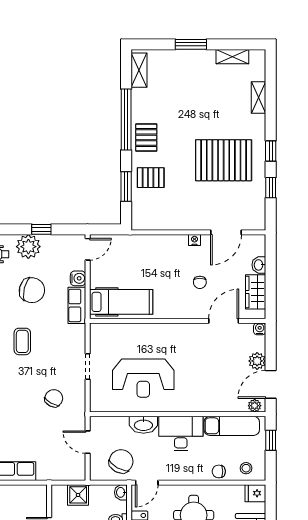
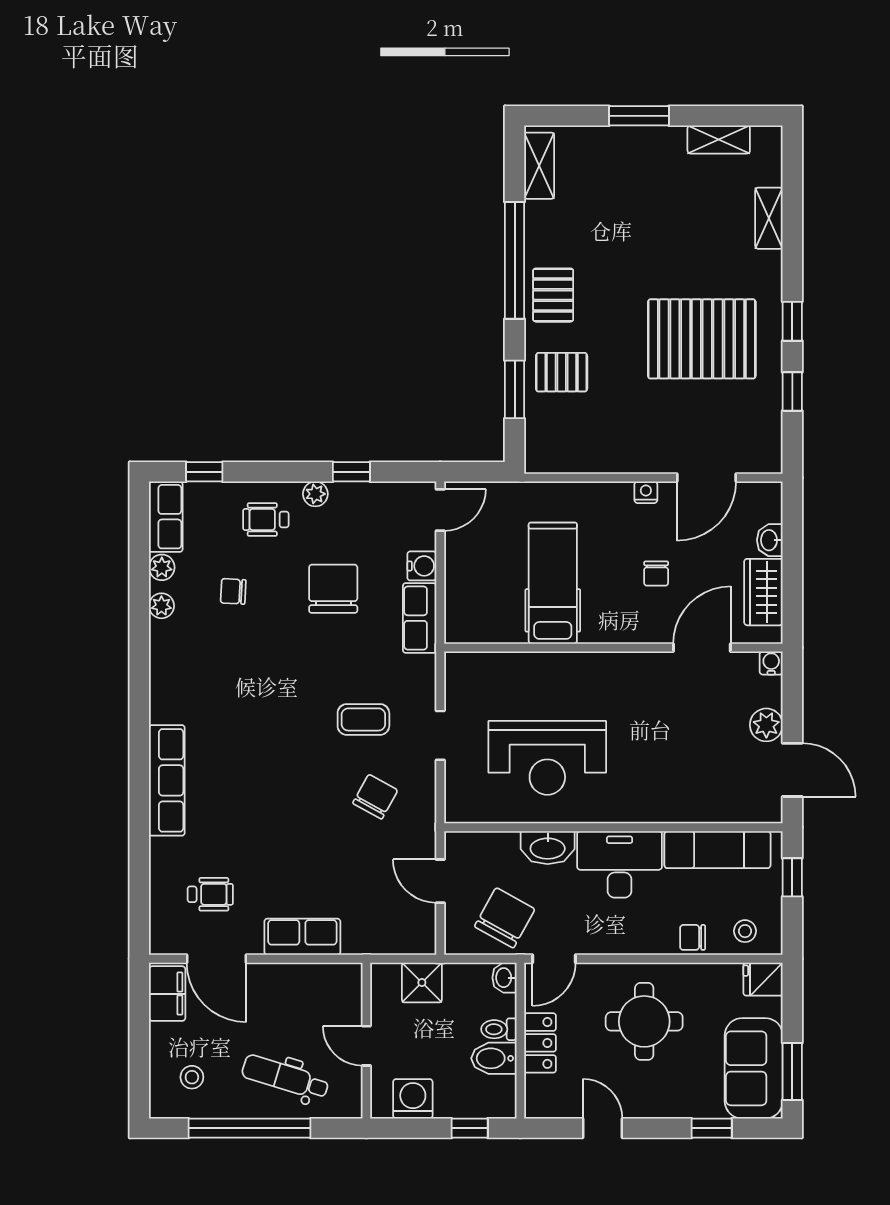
plant: (28, 247) -> (315, 494), width x0.53, depth x0.53
chair: (32, 290) -> (333, 589), turned -104
hospital bed: (121, 302) -> (553, 583), moved, turned -90
coffee table: (22, 341) -> (363, 719), moved, turned 90
door: (271, 384) -> (792, 770), swing flipped
plant: (255, 406) -> (761, 811), removed

